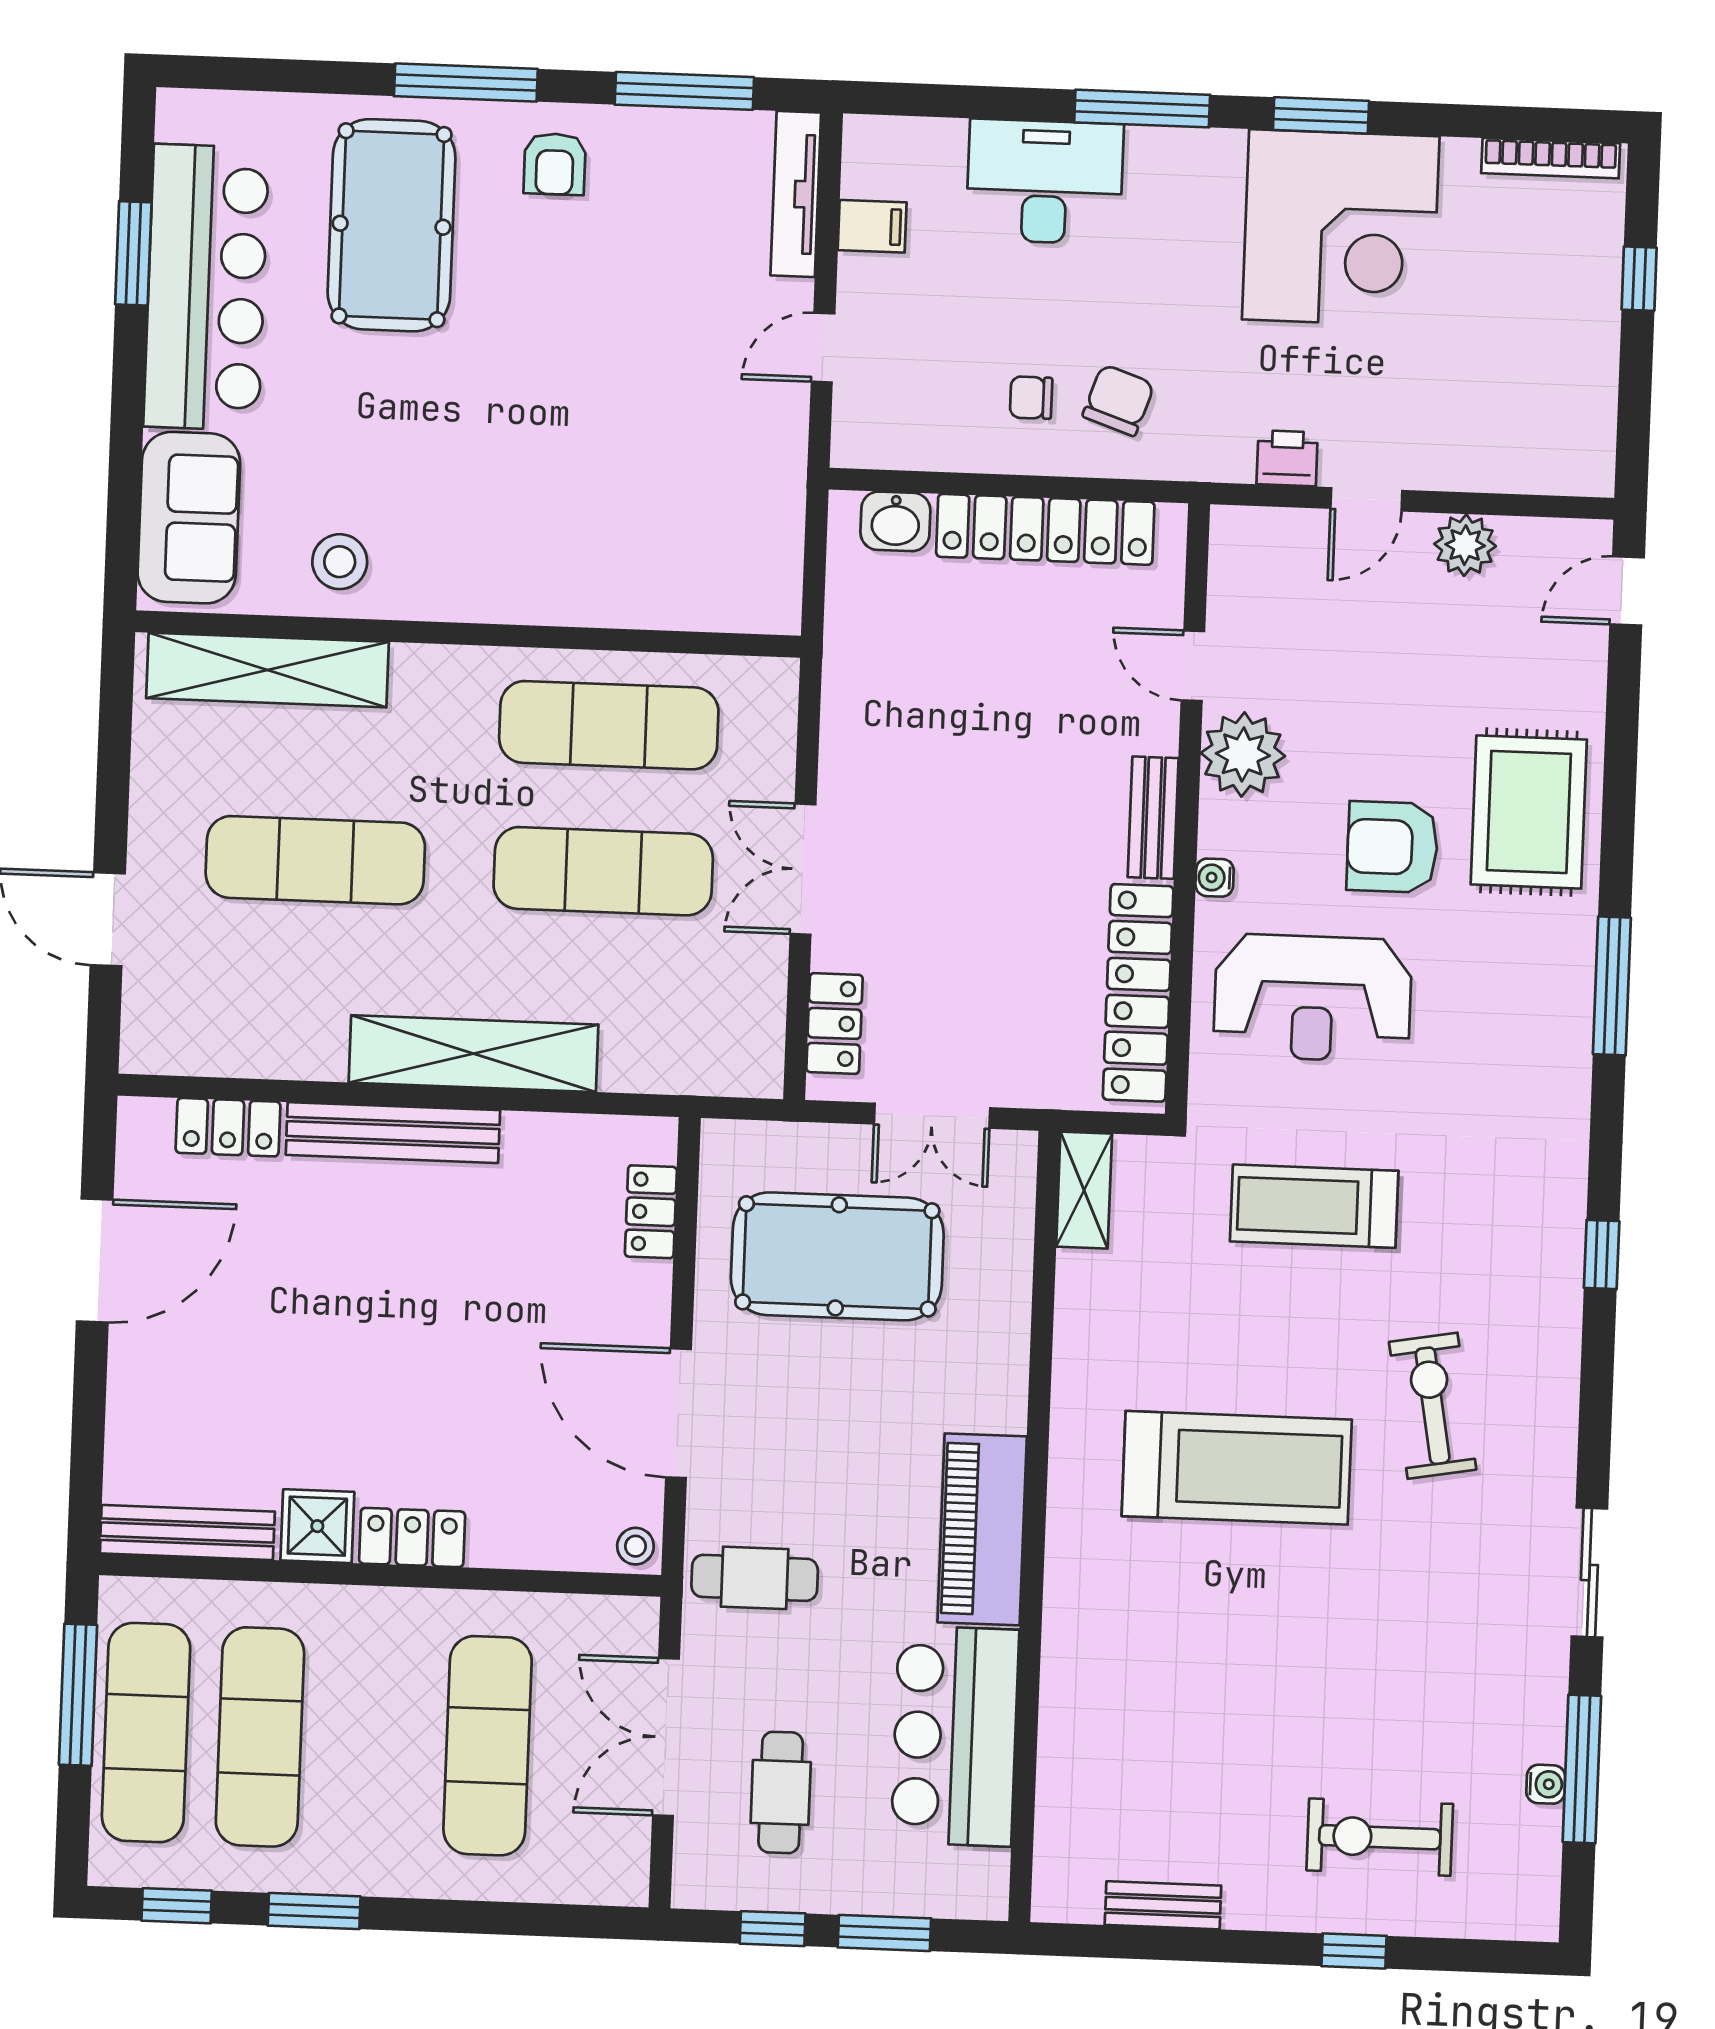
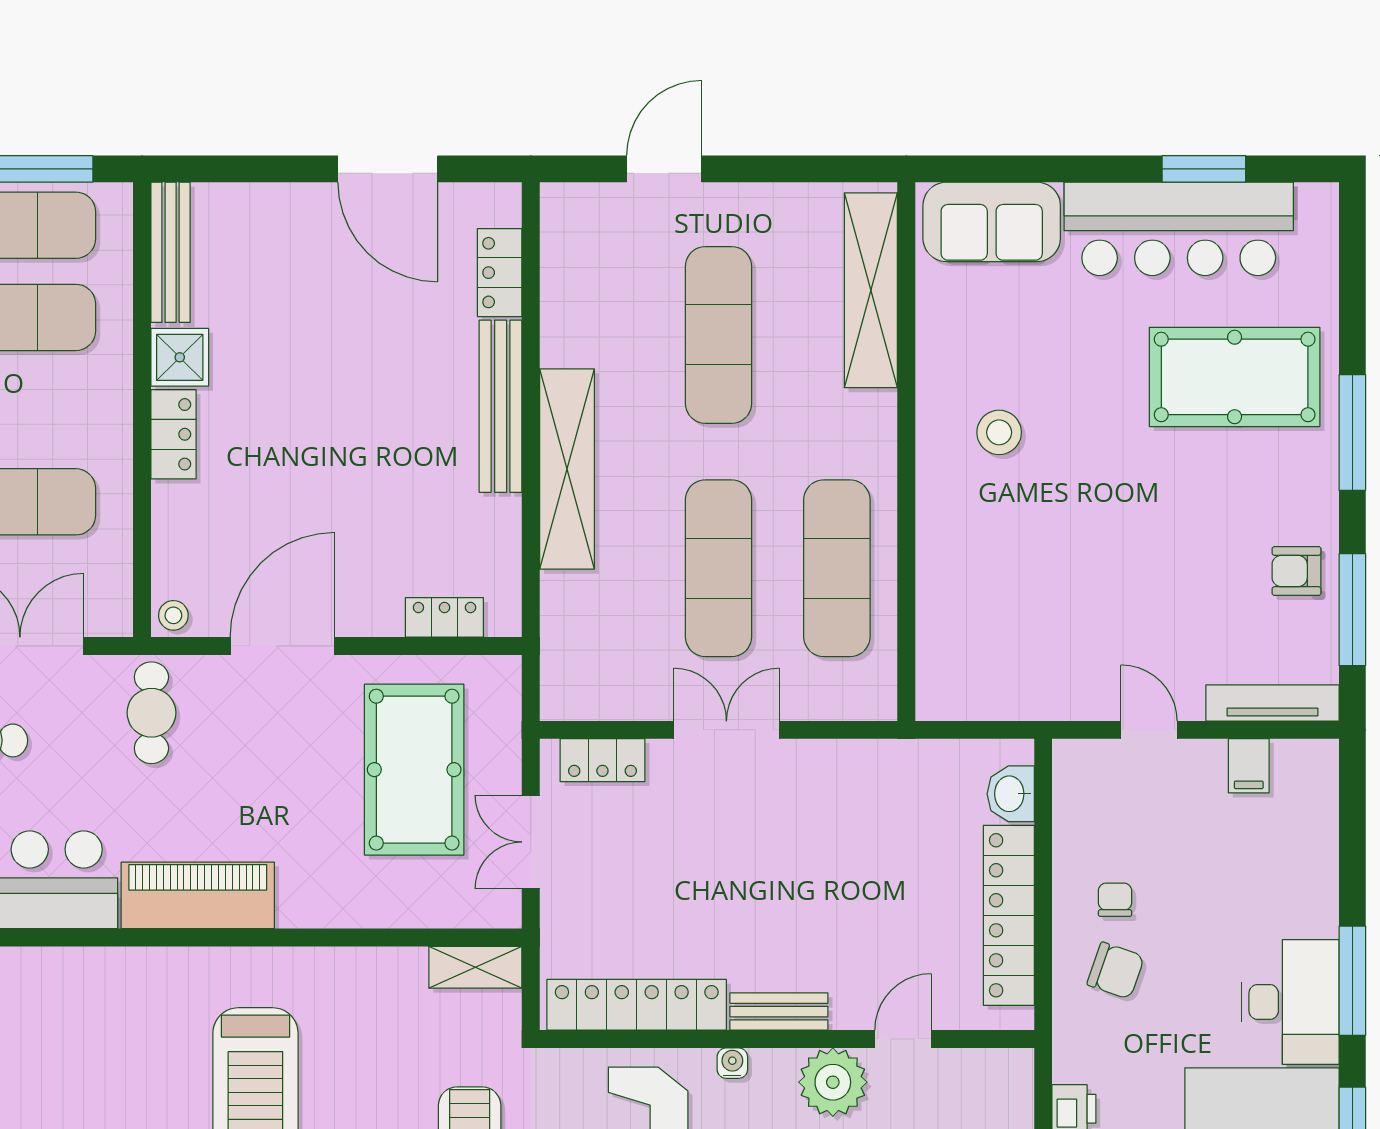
armchair: (555, 164) -> (1297, 571), moved
desk: (1045, 182) -> (1290, 1002), moved
stool: (340, 562) -> (999, 432), moved

